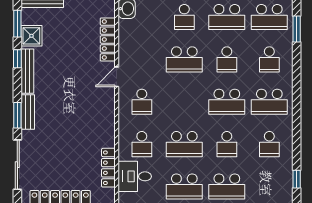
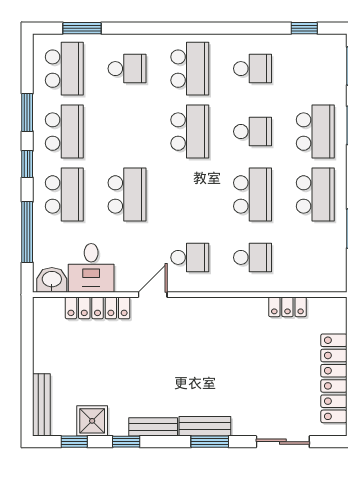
school desk: (184, 17) -> (64, 194), width x1.85
window: (17, 24) -> (74, 442), width x0.67
school desk: (227, 59) -> (127, 132), removed
bench: (27, 71) -> (153, 427), width x0.73
door: (117, 77) -> (153, 295), swing flipped
sliding door: (17, 165) -> (283, 442), width x0.73
locker: (108, 168) -> (287, 307), width x0.66
desk: (135, 176) -> (91, 268), moved

